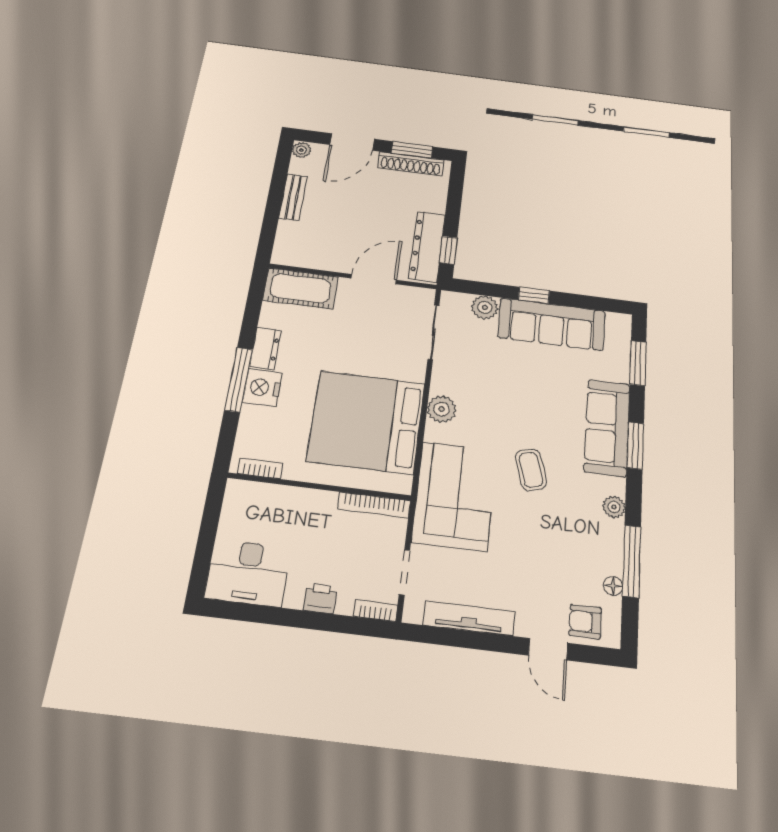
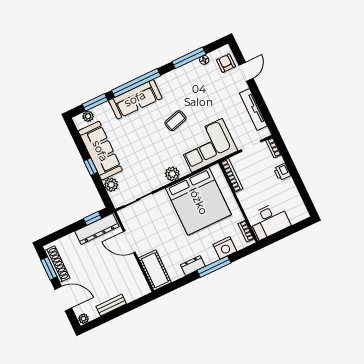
nightstand: (262, 388) -> (225, 248), moved
window: (635, 446) -> (136, 83), width x2.11
plant: (614, 507) -> (88, 116), moved
desk: (248, 573) -> (269, 221), moved, turned 90
armchair: (585, 622) -> (226, 63), turned 180

